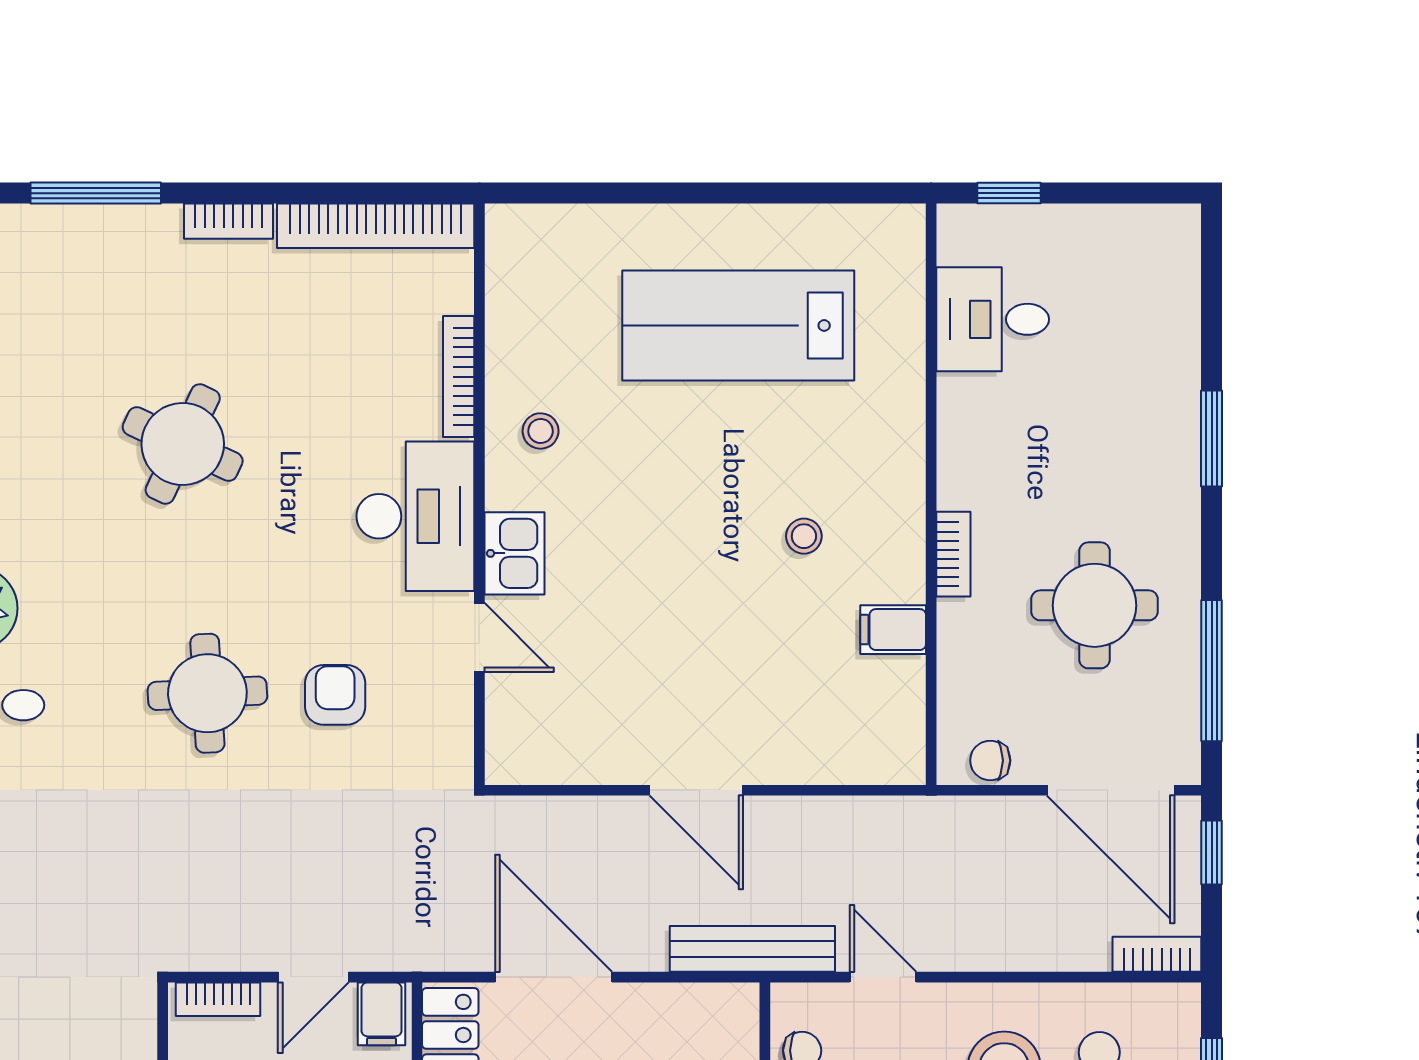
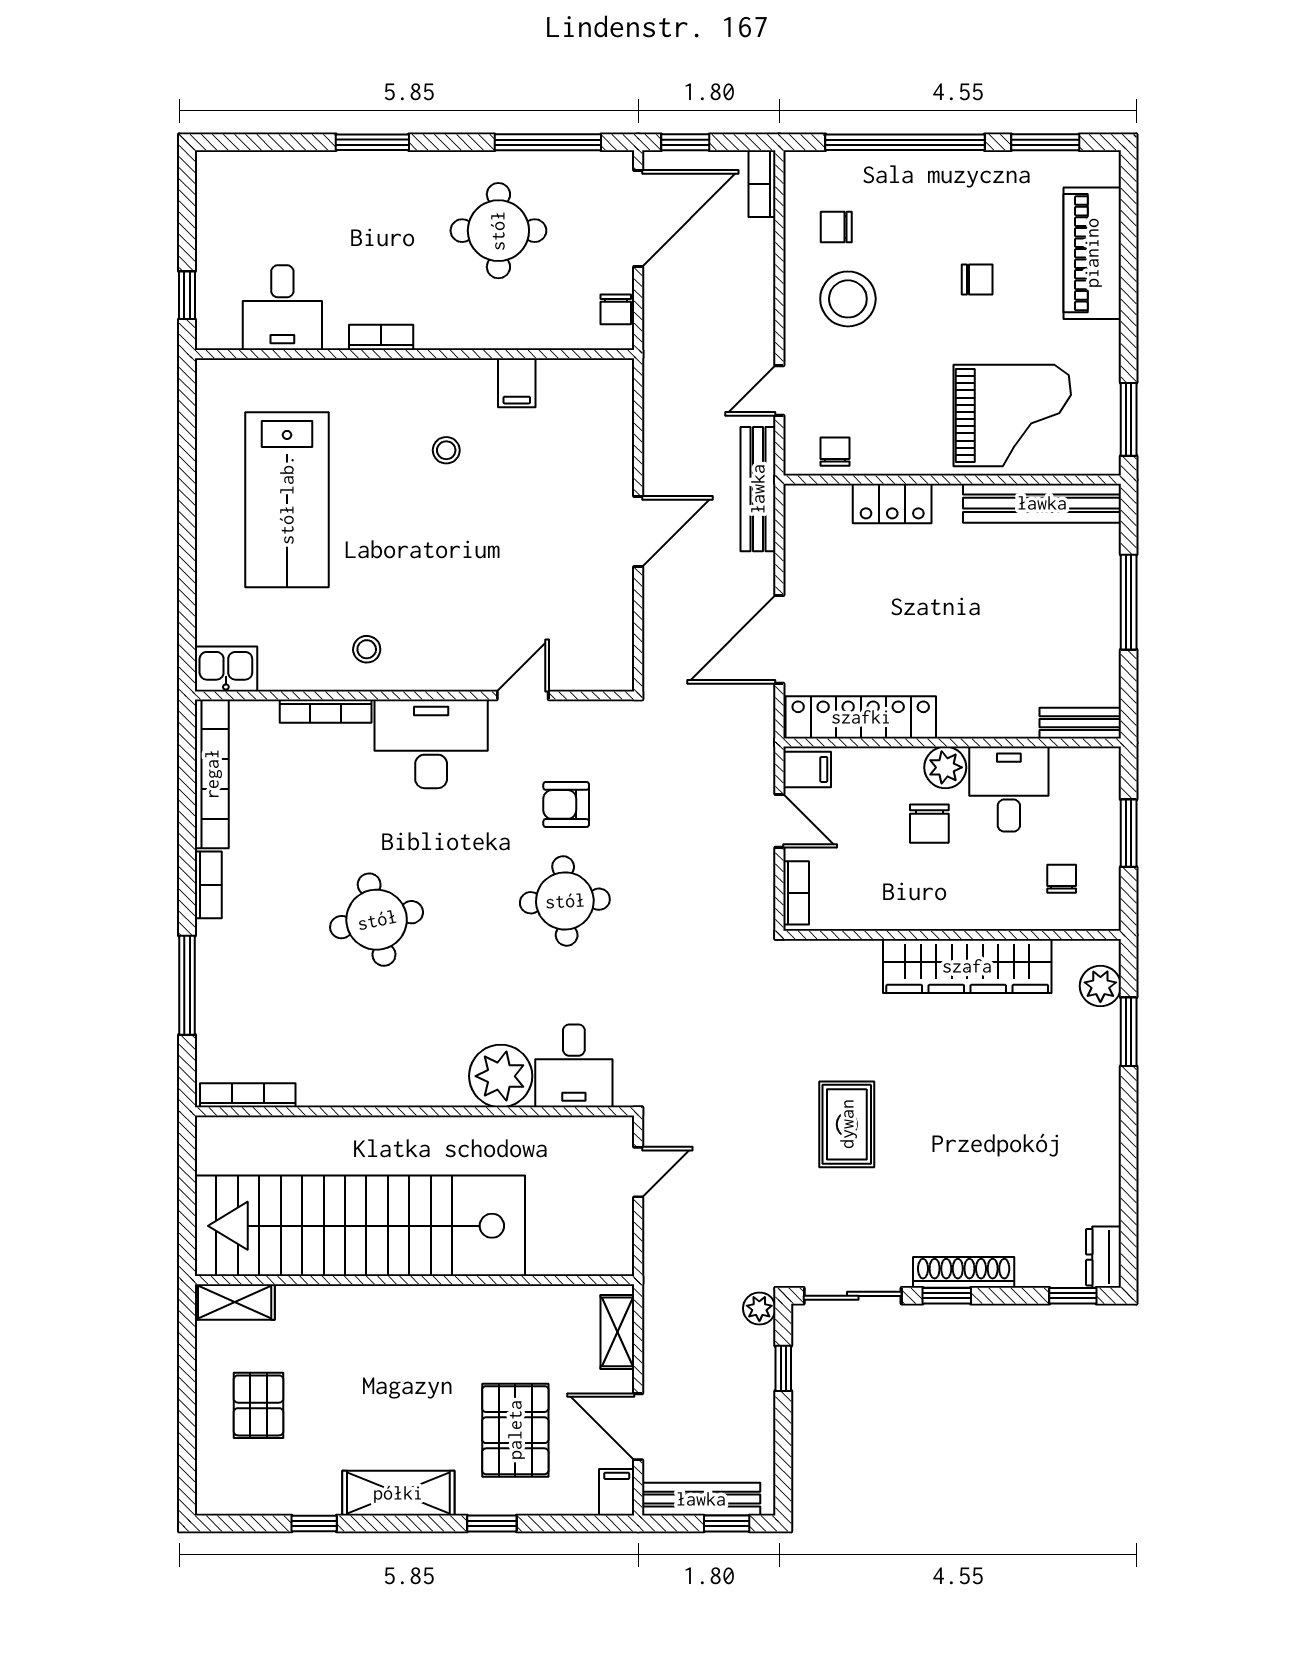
round table: (183, 444) -> (377, 920), turned -37
kitchen sink: (514, 553) -> (226, 669), moved
bookcase: (953, 554) -> (381, 337), moved

